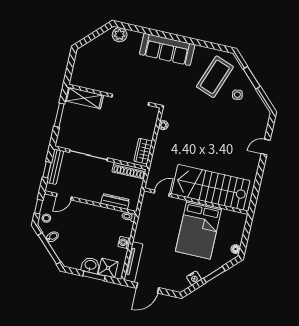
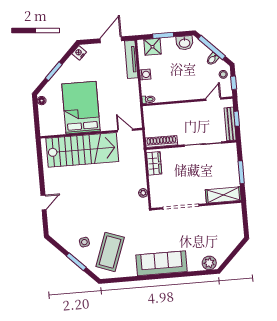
door: (162, 193) -> (125, 130), swing flipped
dresser: (115, 201) -> (165, 109), removed
washbasin: (90, 265) -> (185, 43), moved
nightstand: (194, 278) -> (79, 53), moved

